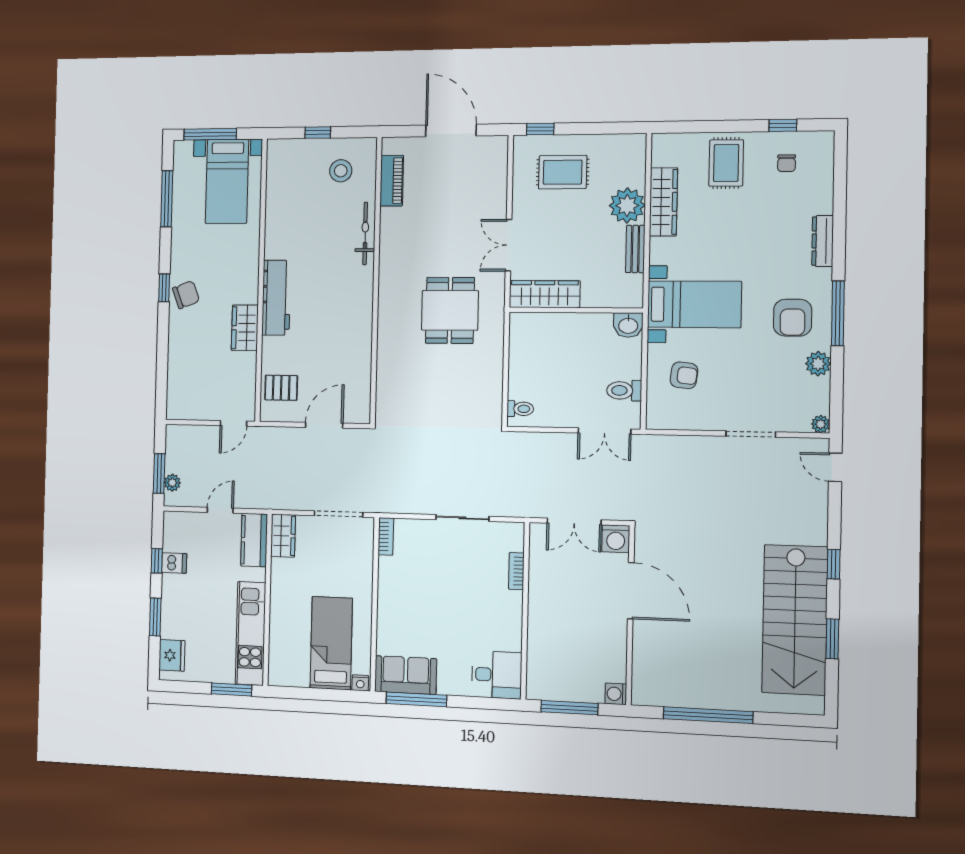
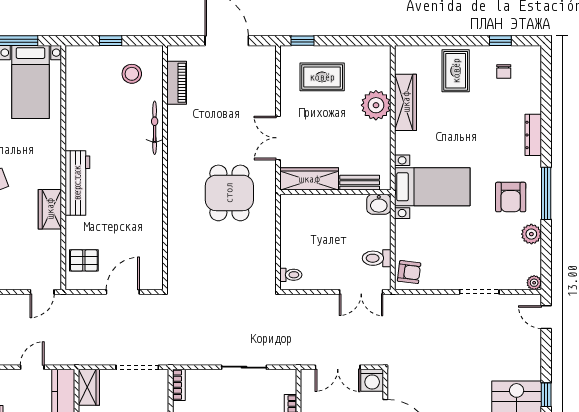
bench: (635, 249) -> (360, 183), moved, turned 90
armchair: (684, 375) -> (409, 272), moved

